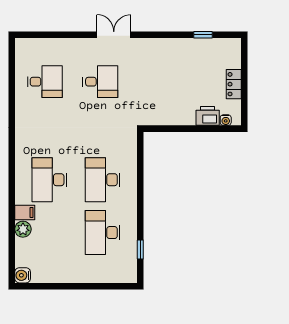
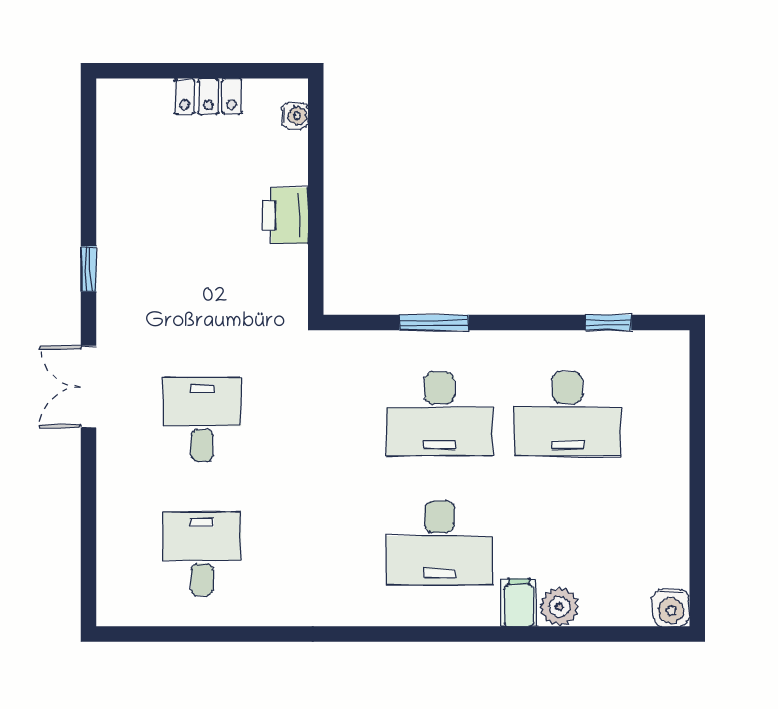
window: (203, 35) -> (88, 269), moved
printer: (208, 116) -> (285, 216), moved
window: (140, 177) -> (434, 323), added

